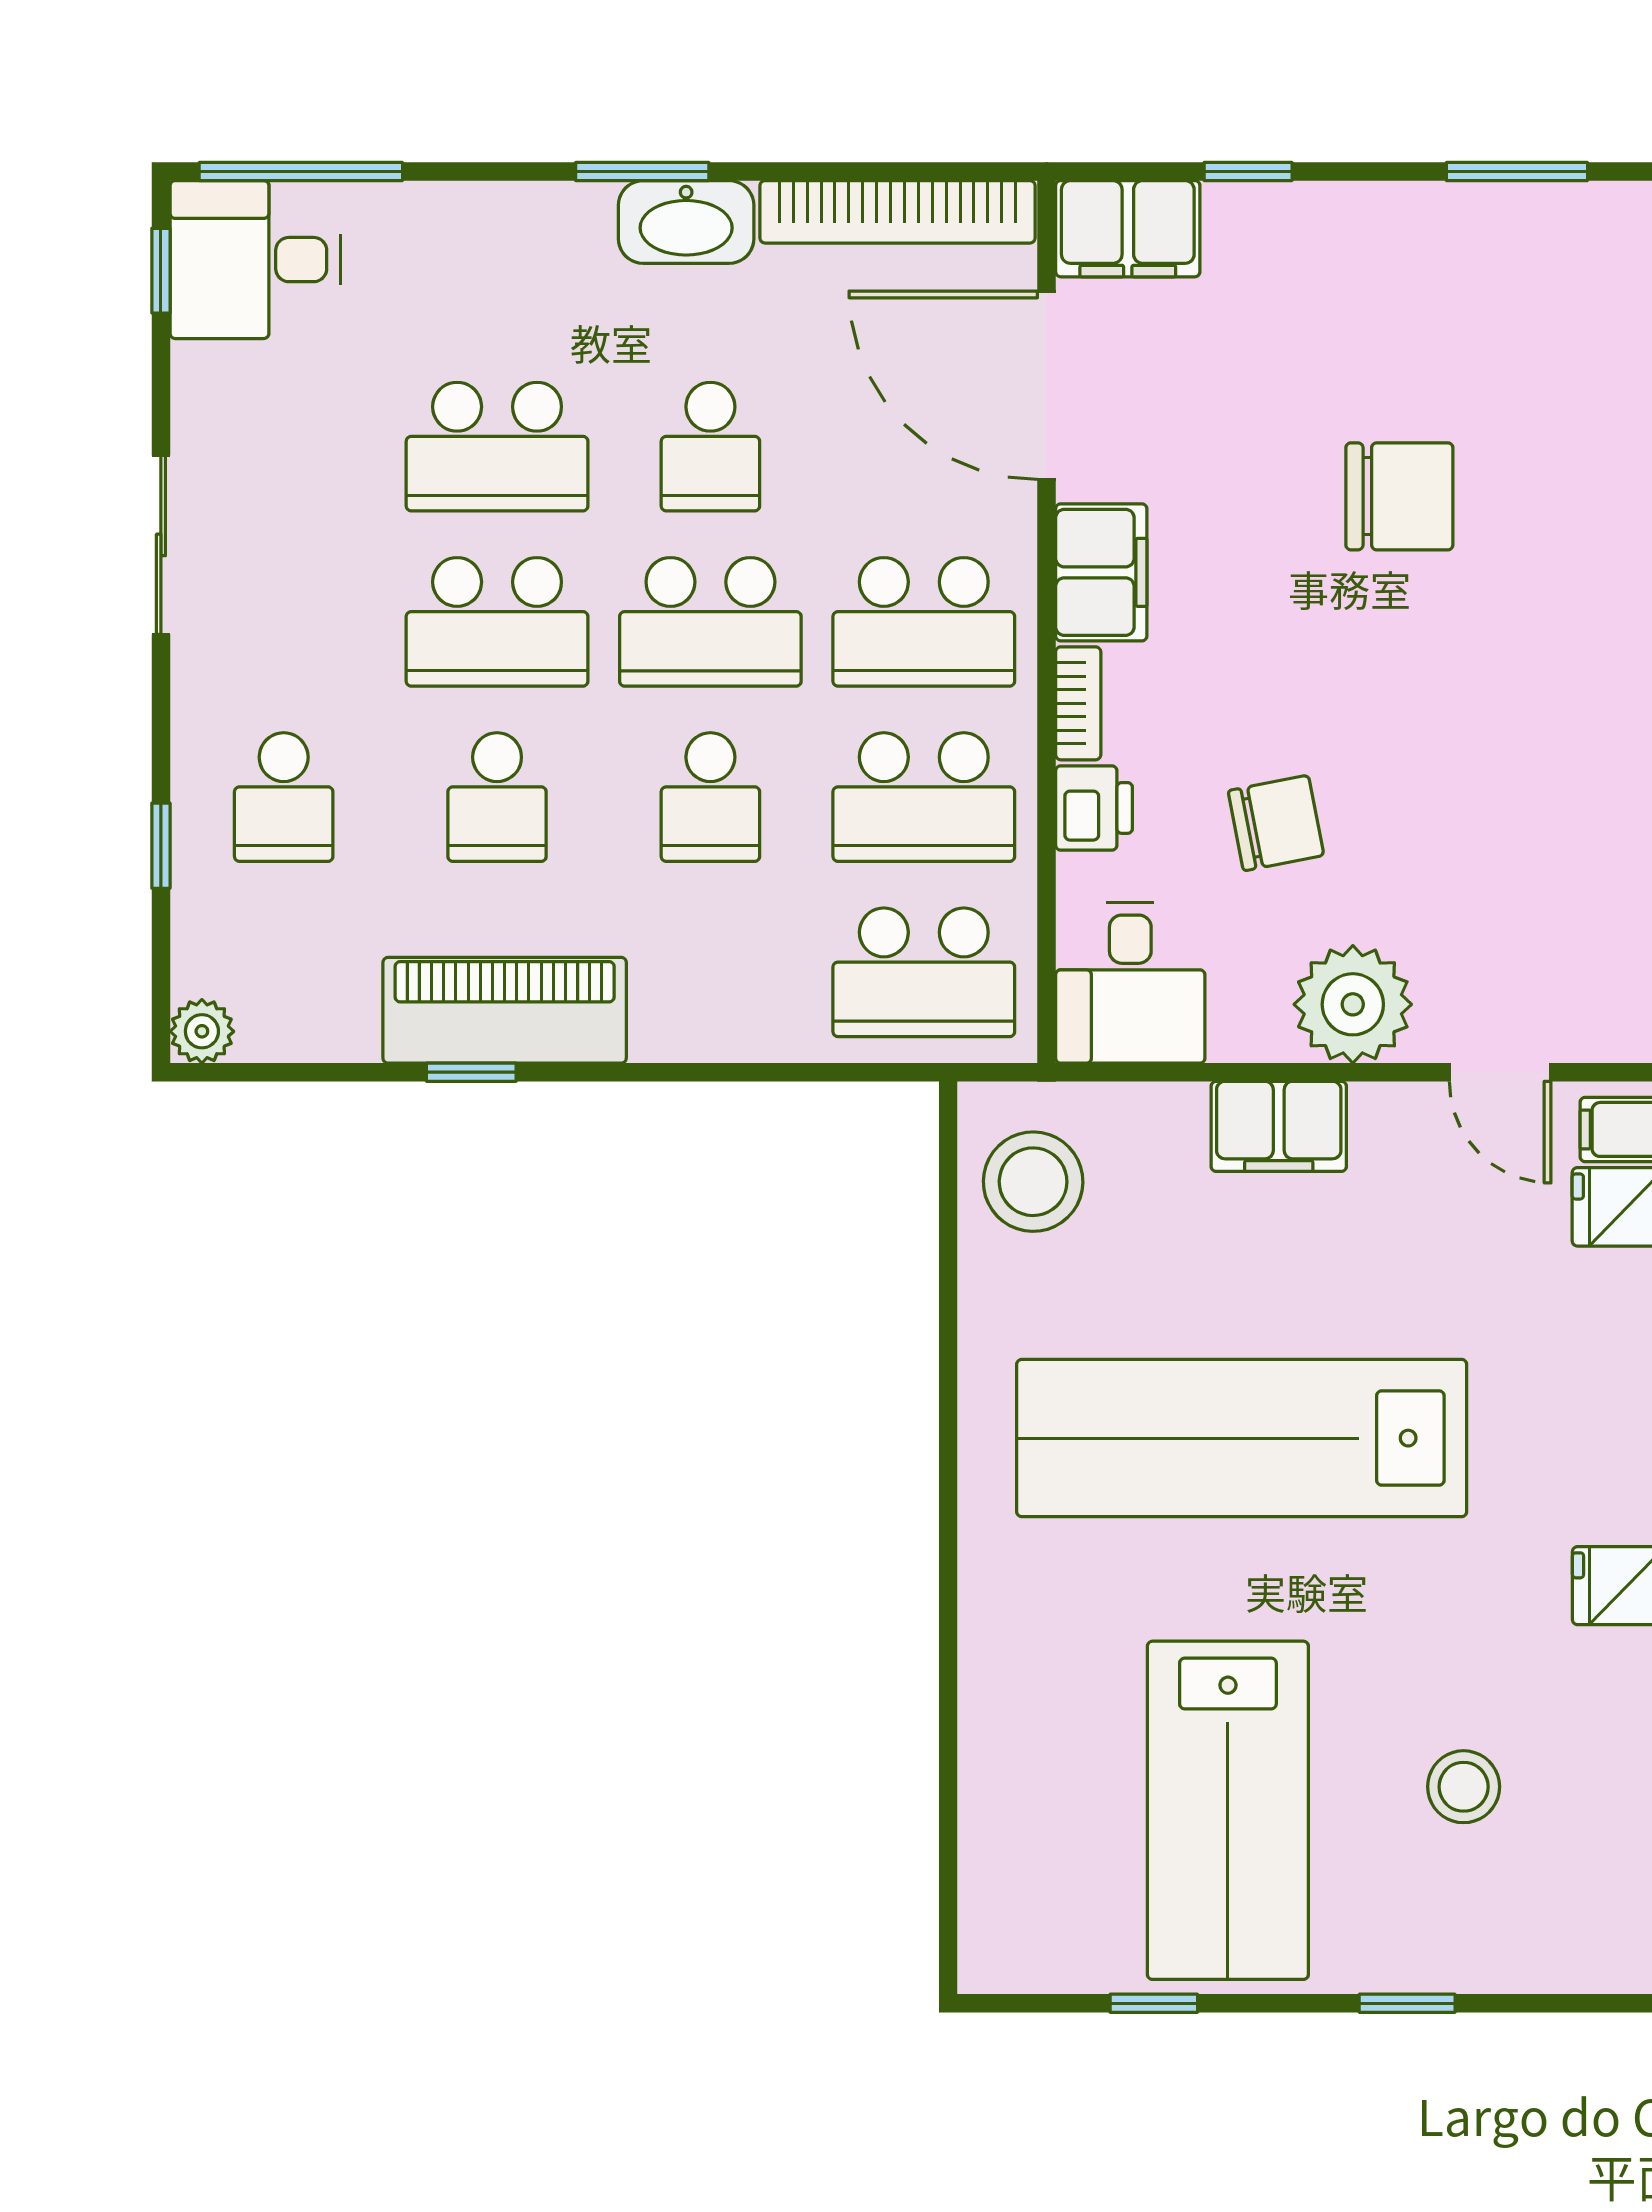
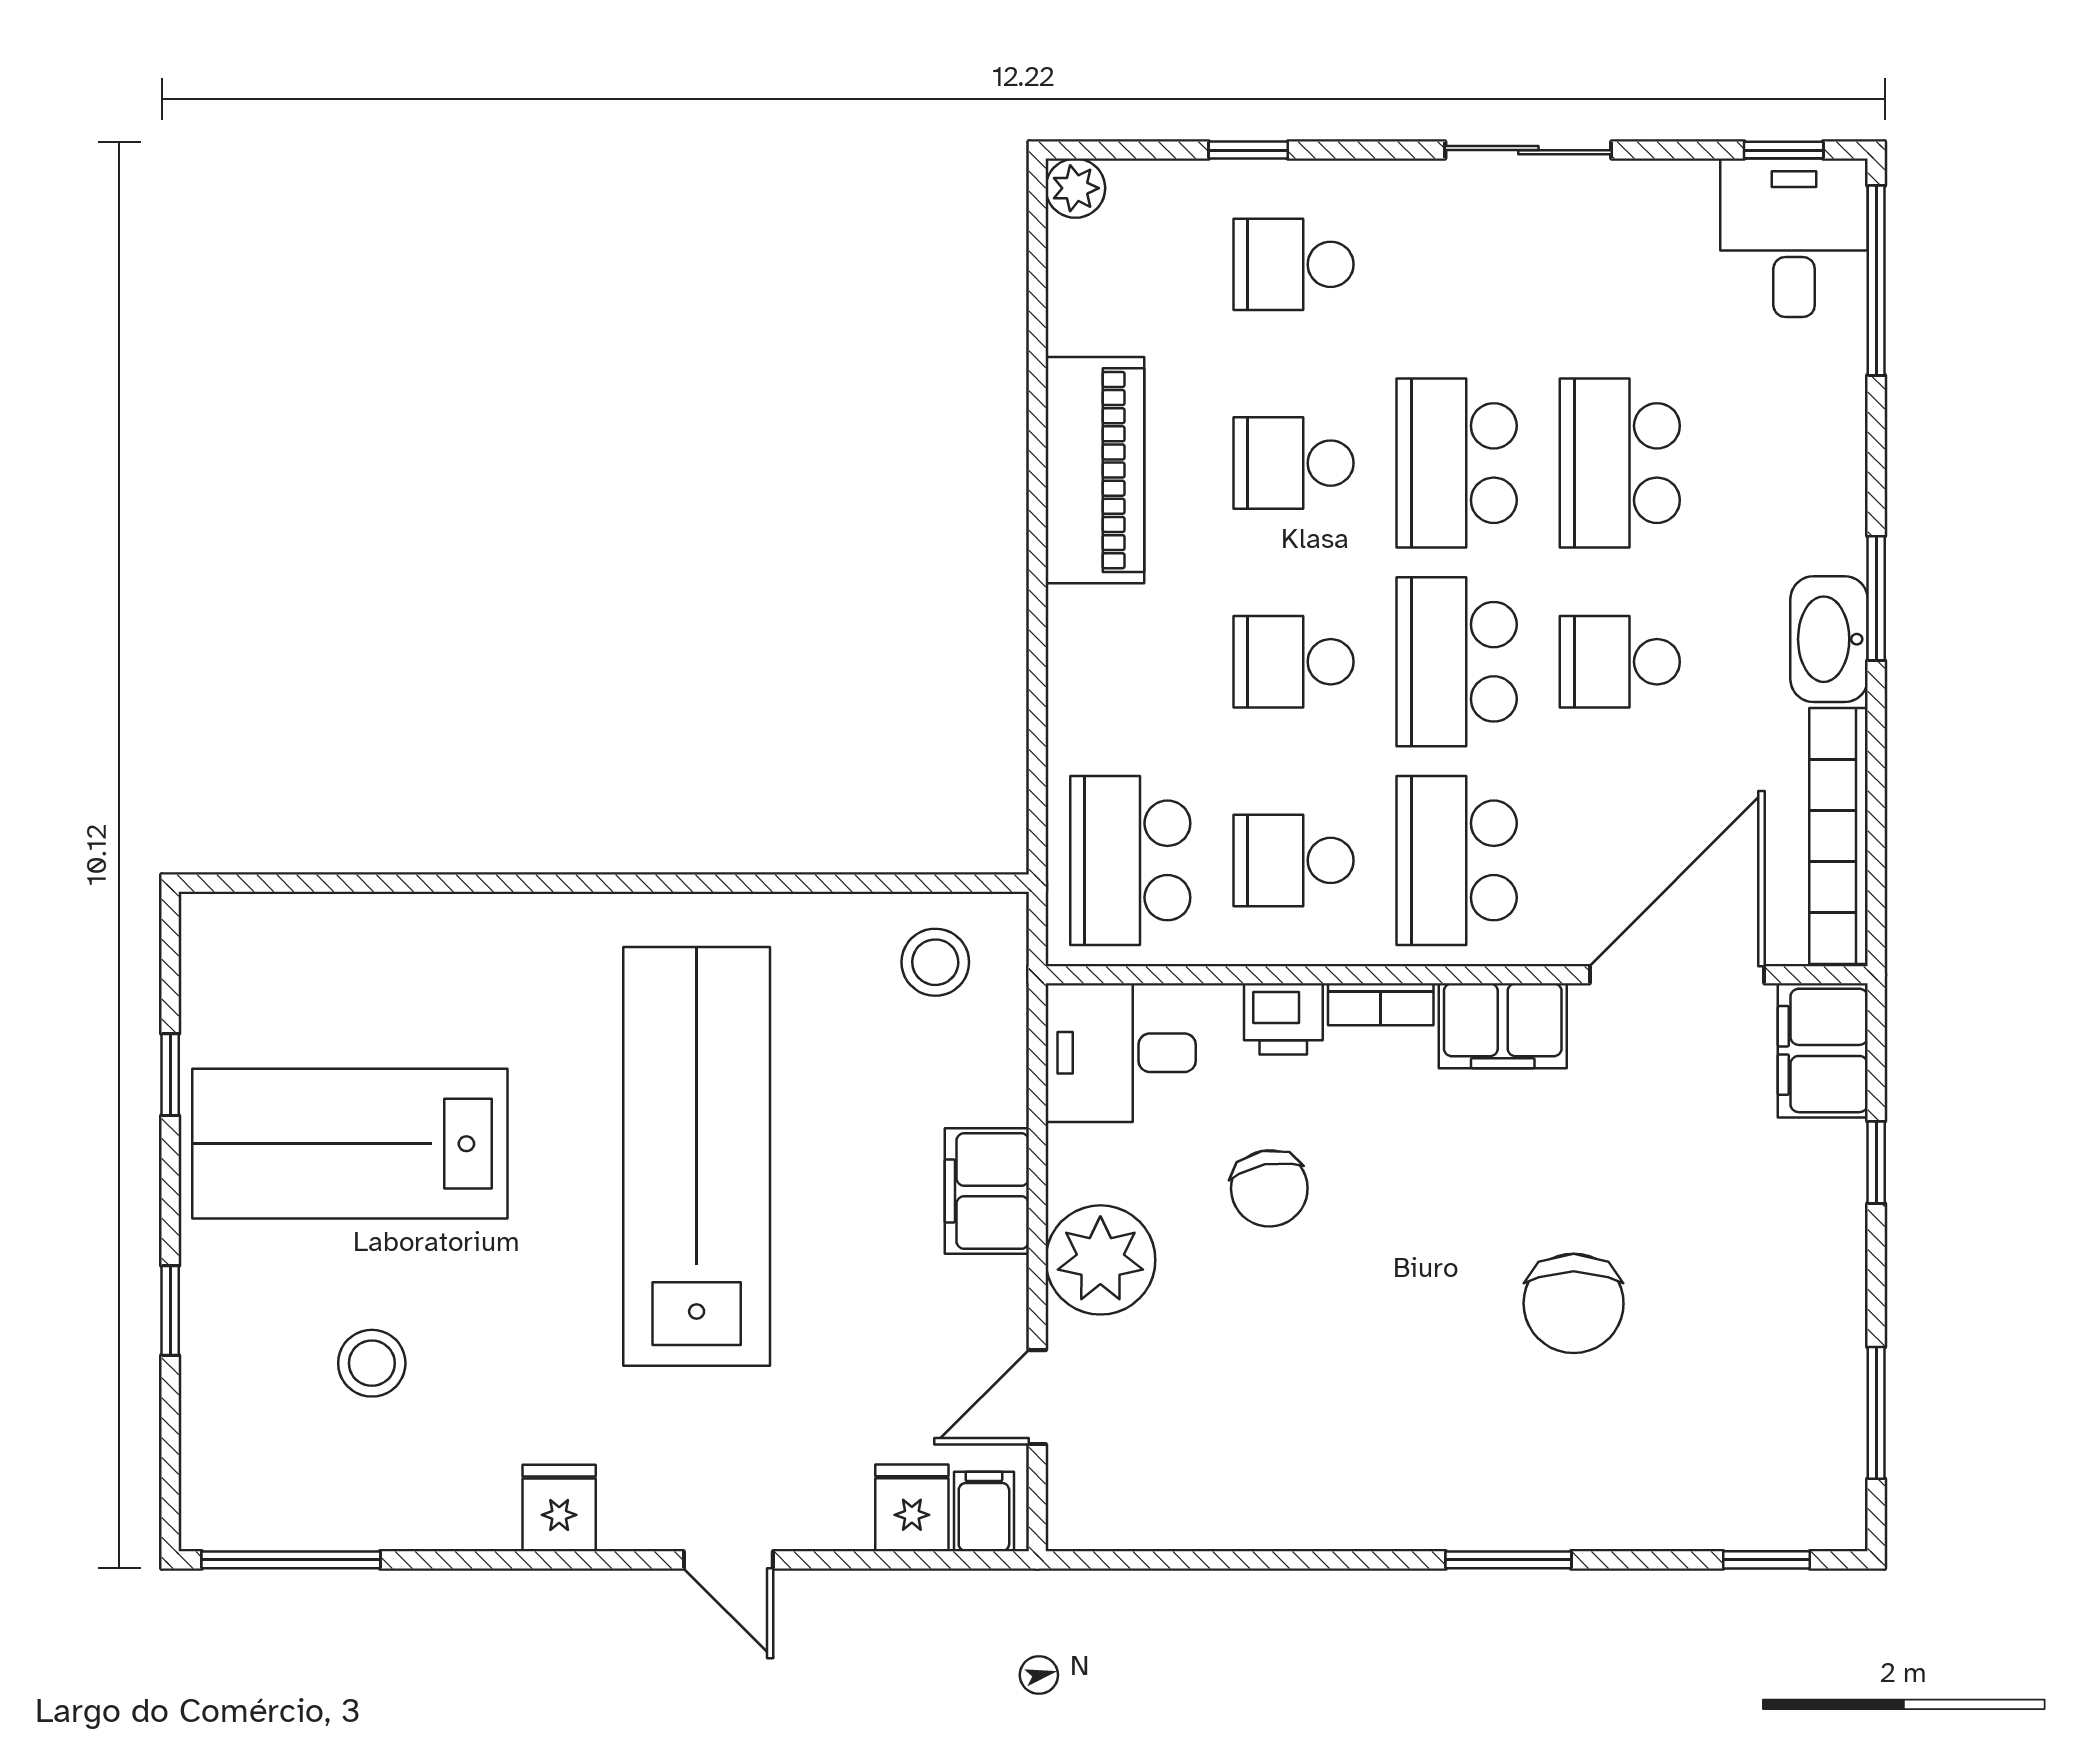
school desk: (924, 797) -> (1293, 860), width x0.54
window: (471, 1072) -> (1037, 439), removed
stool: (1033, 1182) -> (935, 962), width x0.73, depth x0.73

